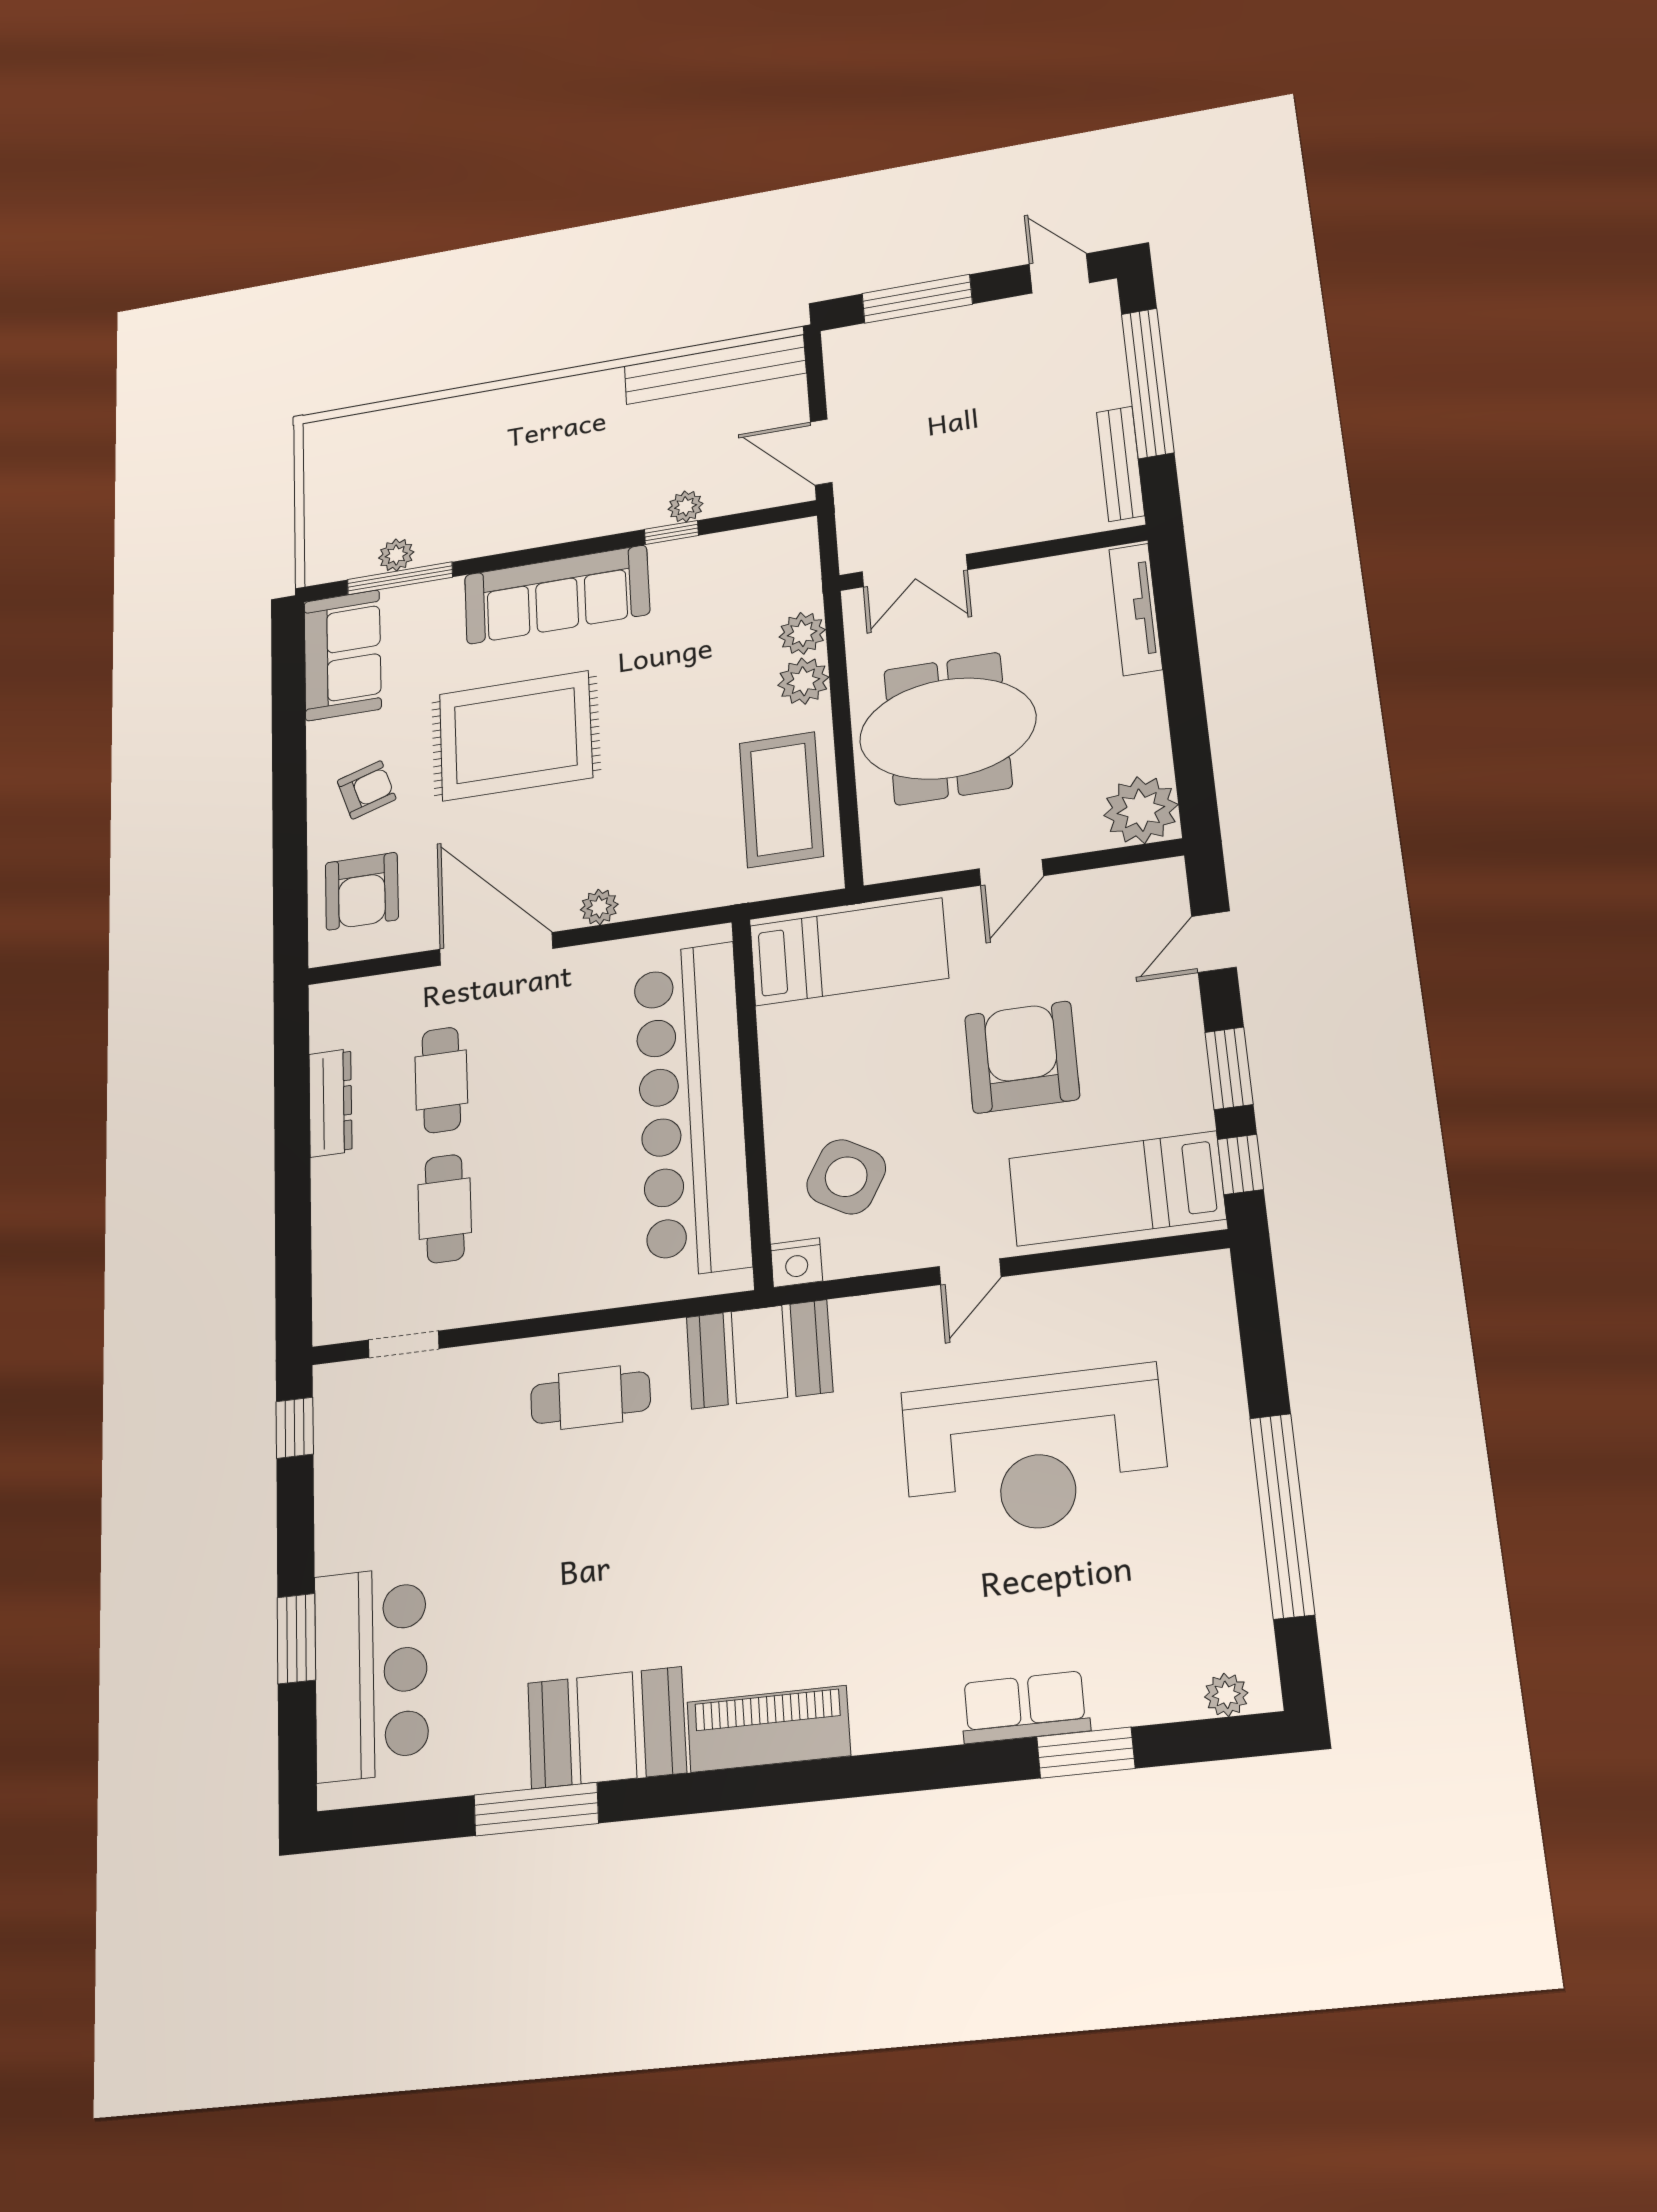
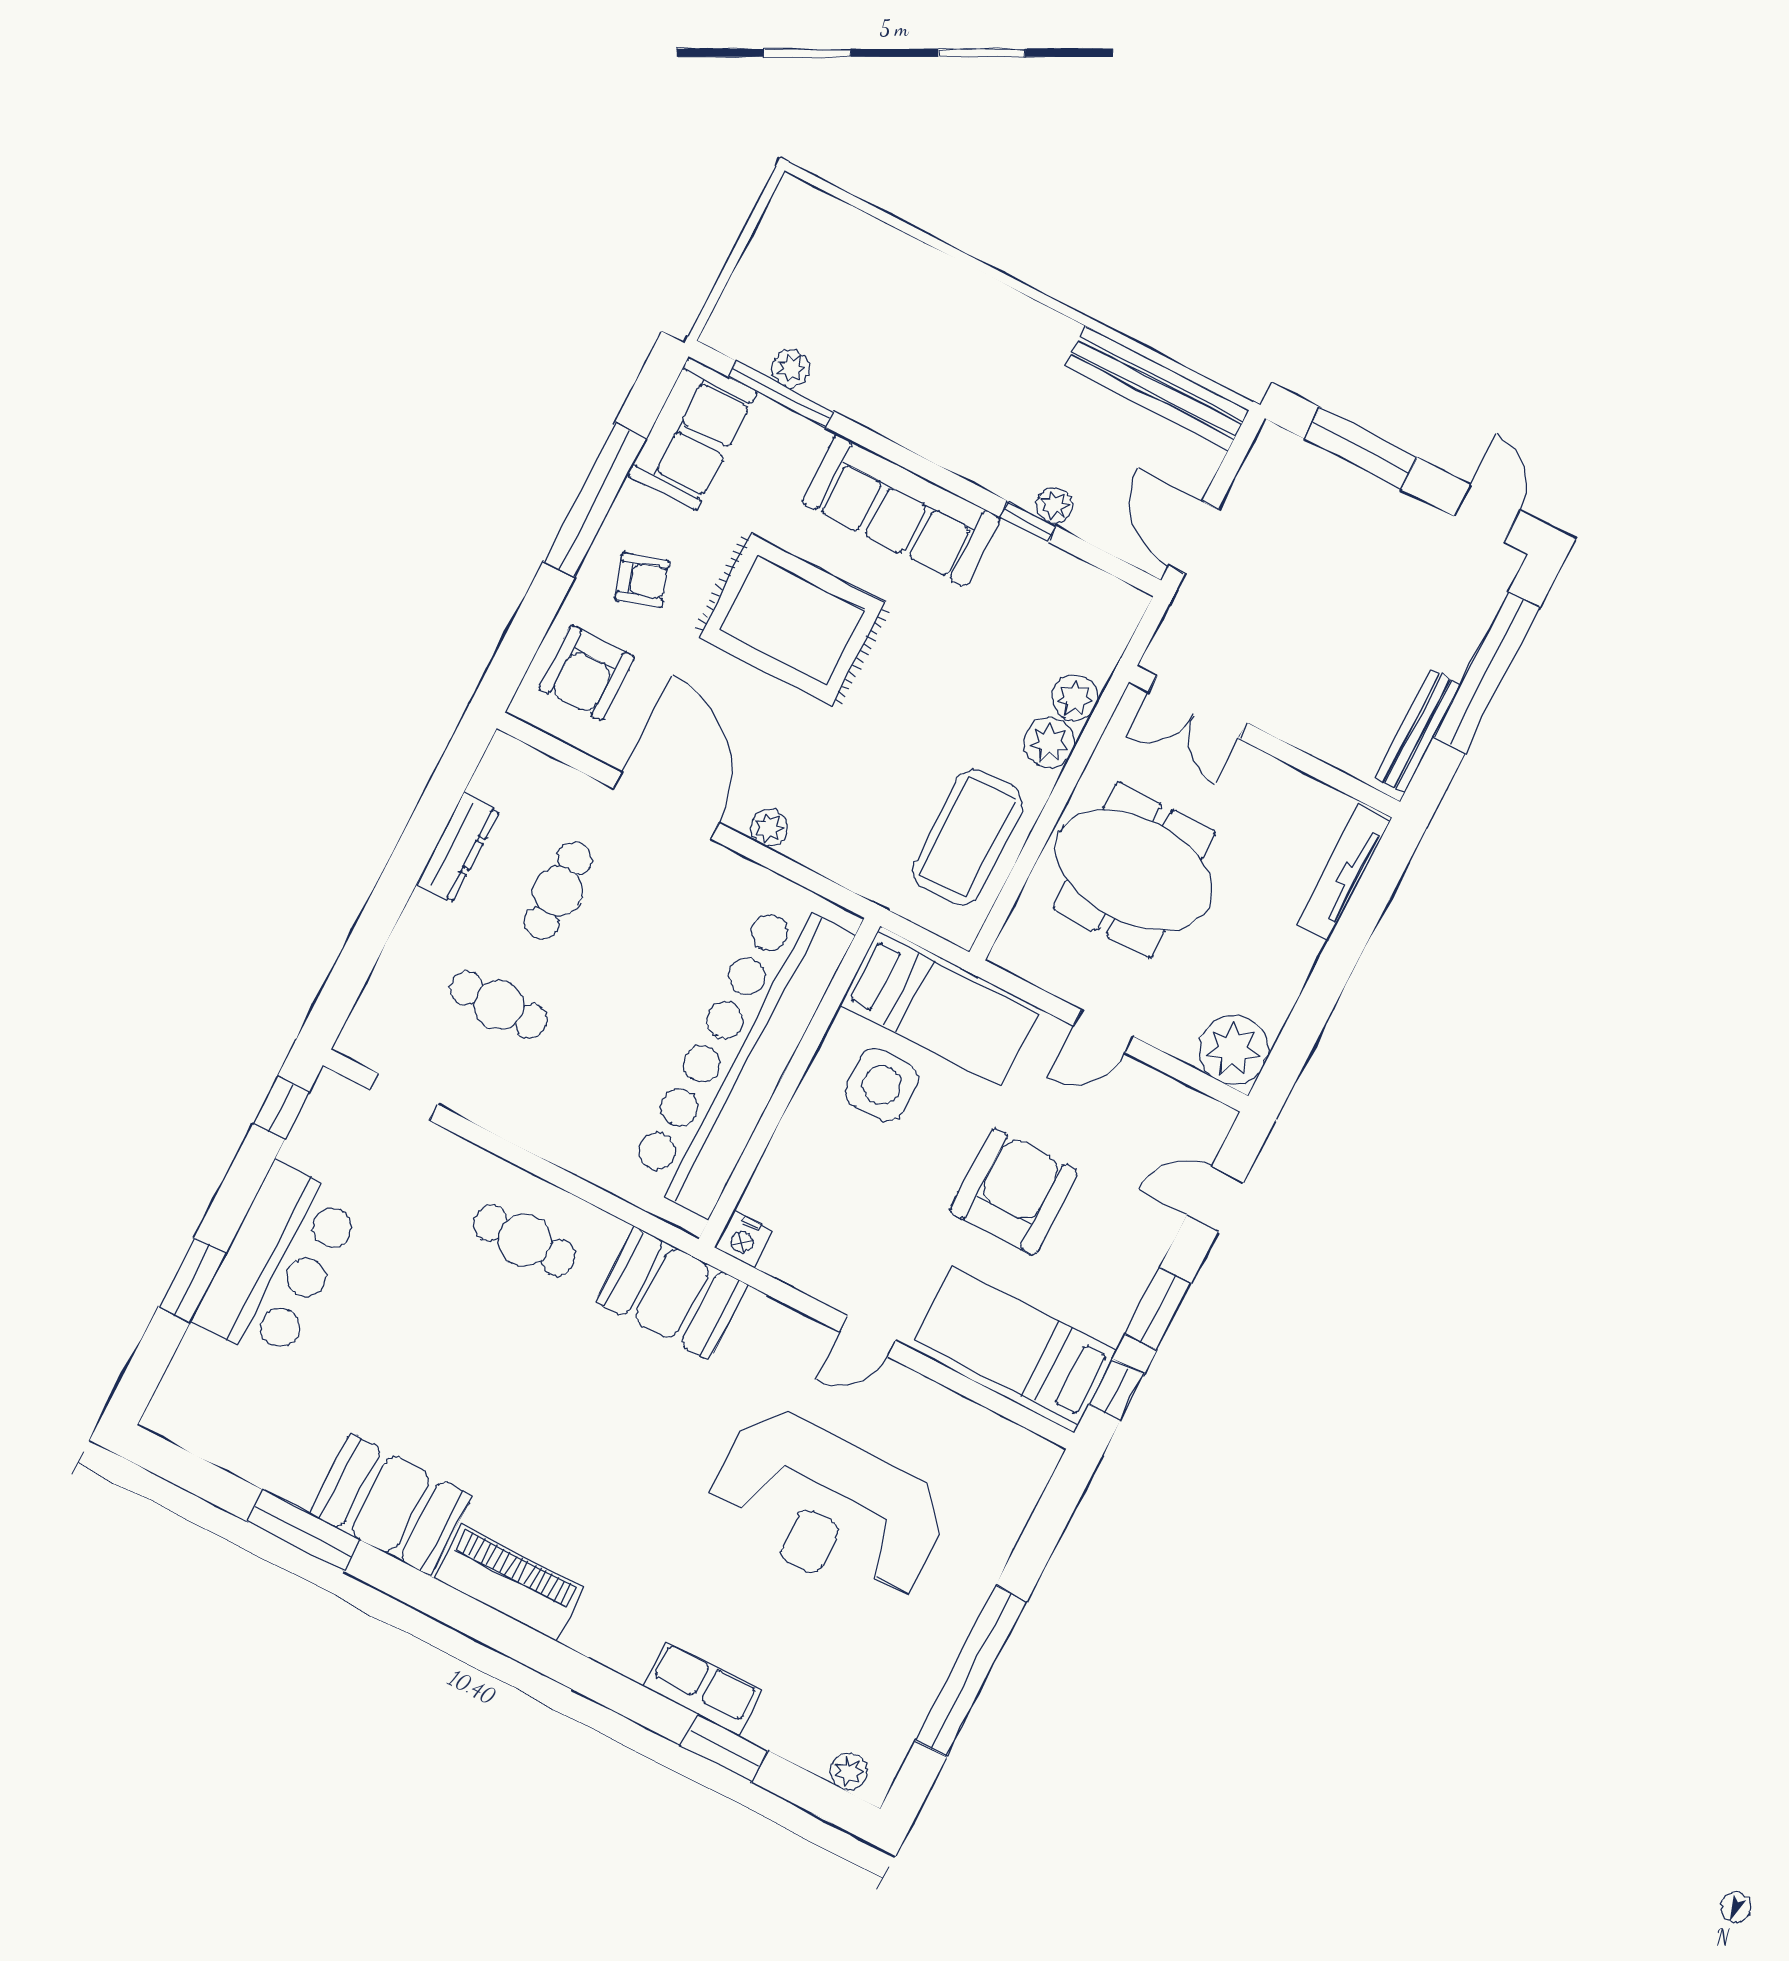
window: (289, 757) -> (595, 500), added
side table: (846, 1177) -> (882, 1085), moved, turned -30
cafe table: (445, 1209) -> (499, 1005), turned 90
bar counter: (371, 1673) -> (278, 1263), moved

